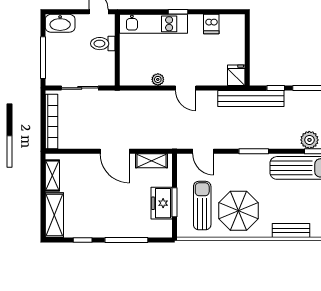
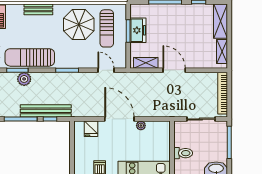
fridge: (236, 75) -> (91, 129), moved
door: (186, 88) -> (119, 119), width x1.88
bench: (251, 98) -> (46, 111), moved

